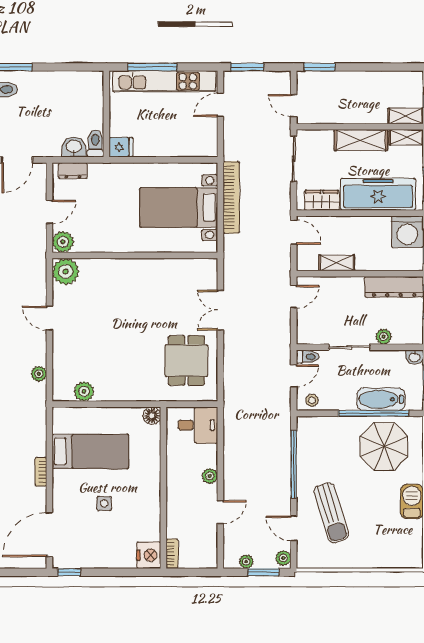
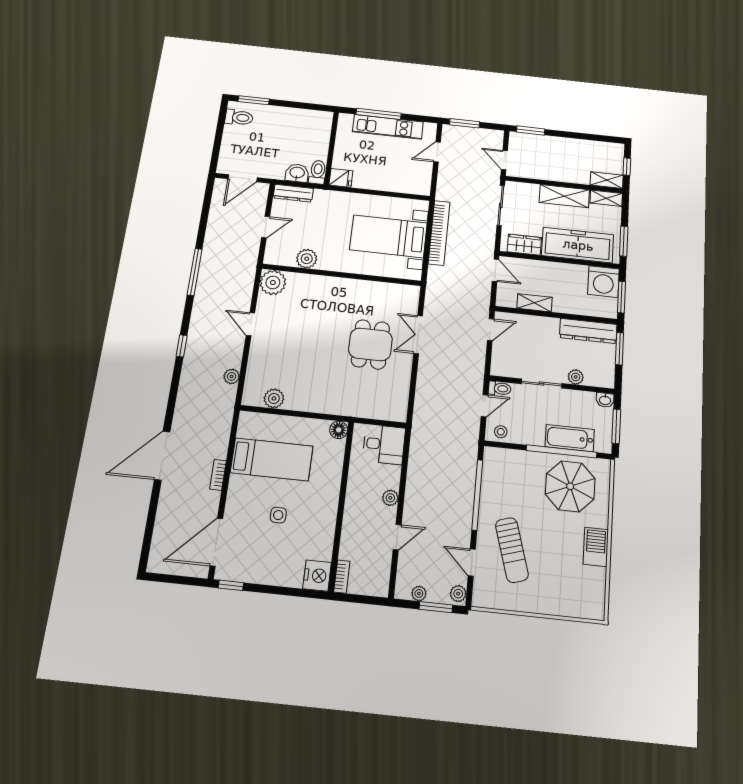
kitchen unit: (164, 81) -> (388, 127), width x0.73
dresser: (73, 171) -> (293, 193), width x1.44
plant: (63, 242) -> (307, 259), moved
dining table: (186, 361) -> (370, 344), moved

